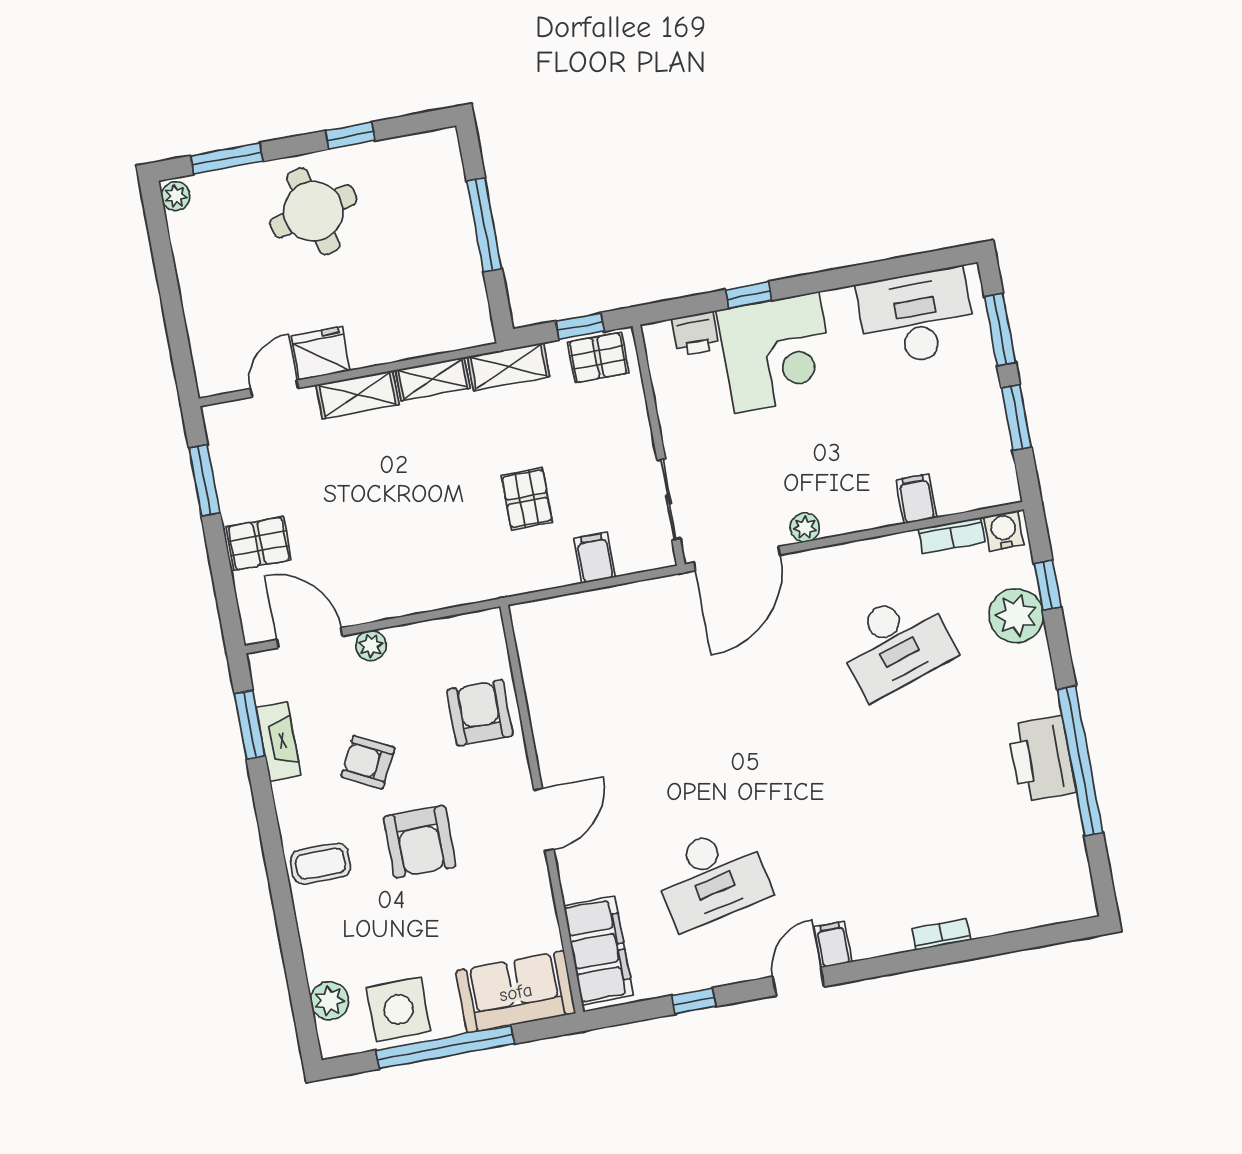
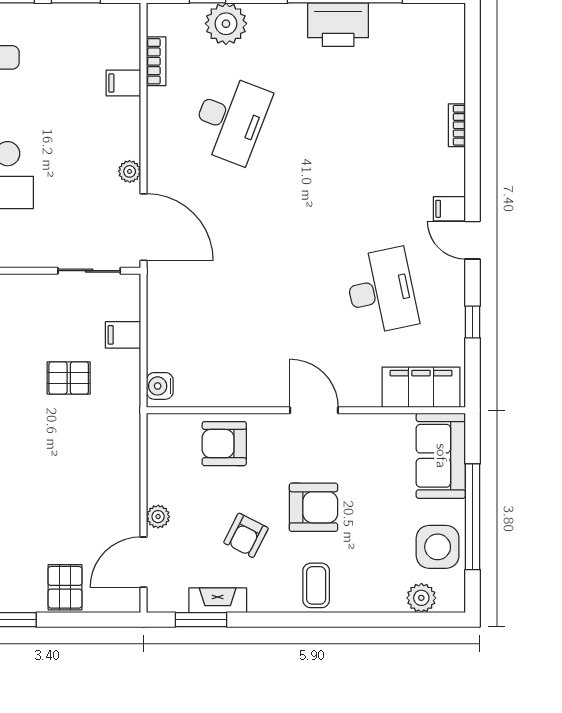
water cooler: (1004, 531) -> (160, 386), moved
desk: (895, 644) -> (231, 119), turned 39

